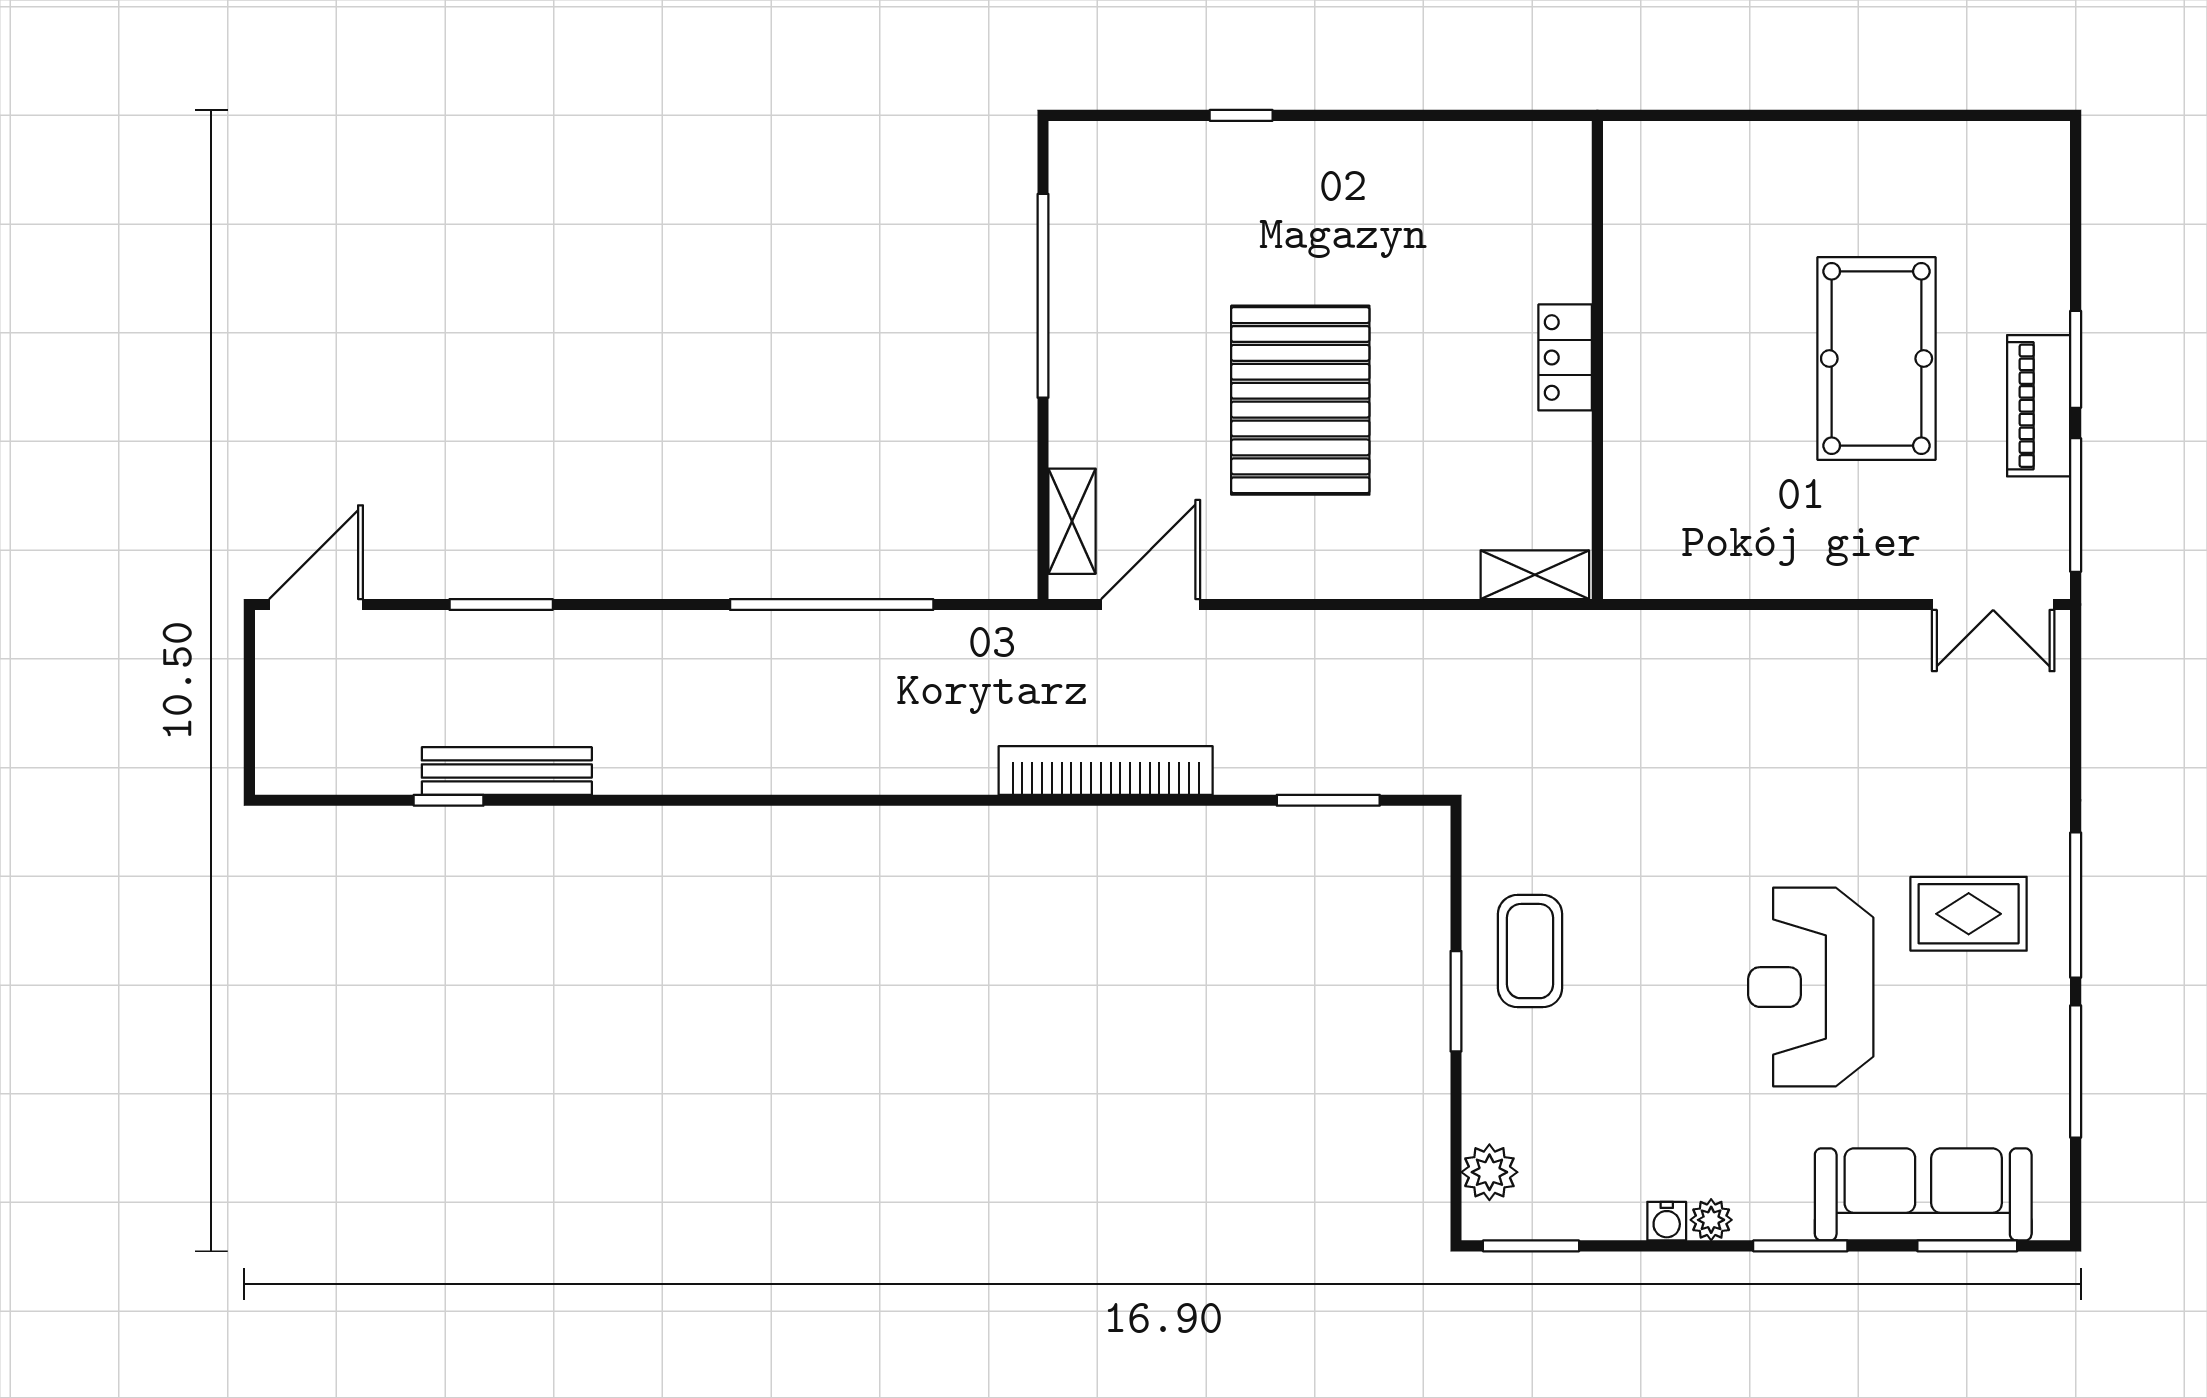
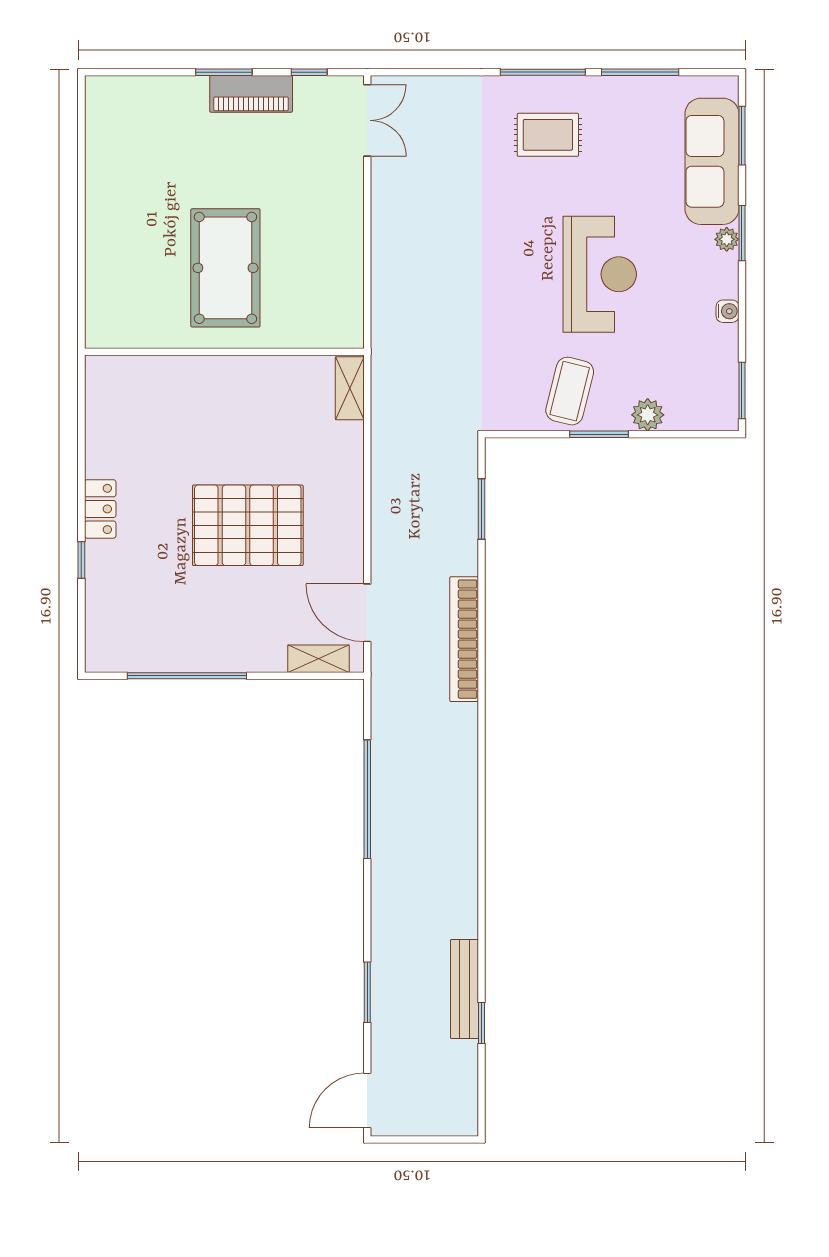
locker: (1565, 357) -> (100, 509), moved, turned -90
pool table: (1877, 359) -> (225, 268), moved, turned 90
window: (2076, 505) -> (309, 72), width x0.46
door: (316, 605) -> (367, 1101), hinge flipped
rug: (1969, 914) -> (548, 135), turned 90
coffee table: (1530, 951) -> (570, 391), turned -76
reception desk: (1811, 987) -> (600, 274), moved, turned -90
plant: (1489, 1172) -> (648, 415), moved
plant: (1711, 1220) -> (727, 239), moved

